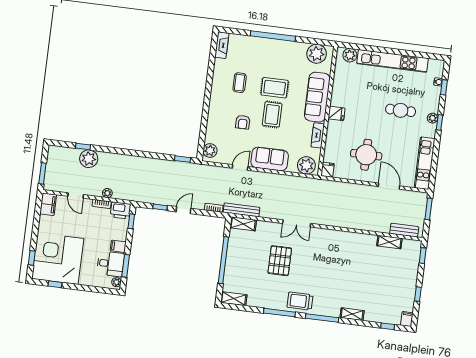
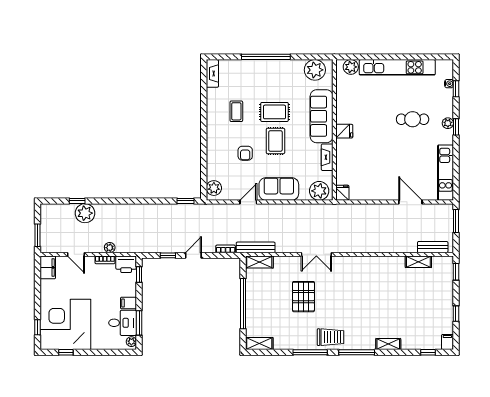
round table: (366, 155) -> (382, 171), removed
trolley: (300, 301) -> (331, 337), turned 180

